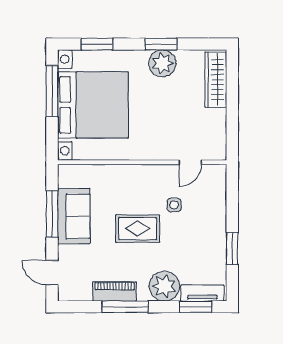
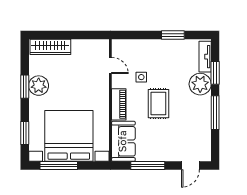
sofa: (74, 216) -> (123, 141), moved, turned 90
piano: (115, 291) -> (119, 104), moved, turned 180
window: (196, 307) -> (215, 73), moved

